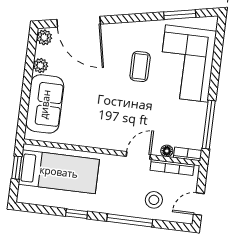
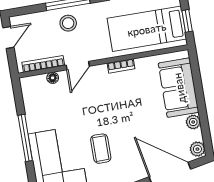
window: (209, 125) -> (25, 138), moved
bookcase: (188, 154) -> (121, 66), moved
stool: (154, 200) -> (68, 23), moved

